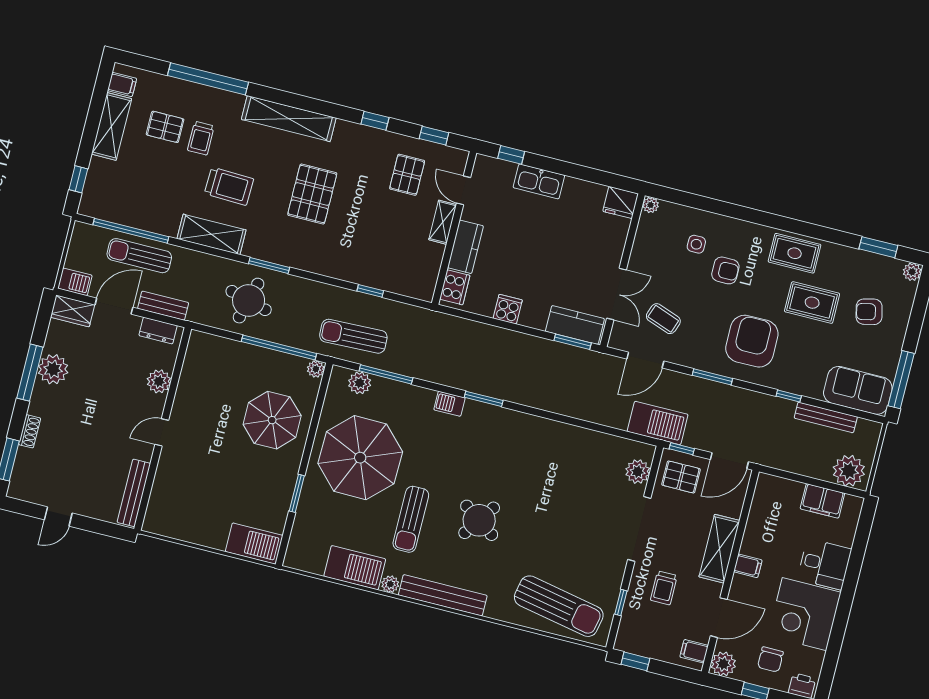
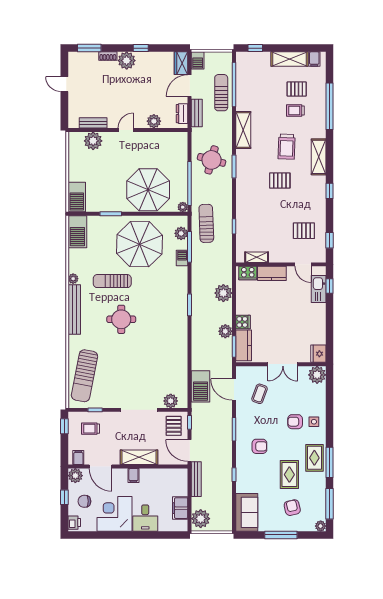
shelving: (289, 119) -> (319, 157), width x0.68
window: (375, 121) -> (329, 191), moved
pallet: (165, 127) -> (297, 89), turned 90
kitchen sink: (539, 181) -> (319, 289), moved
trolley: (229, 186) -> (287, 147), moved
door: (464, 190) -> (303, 264), swing flipped
pallet: (312, 194) -> (280, 181), width x0.67, depth x0.71
plant: (651, 205) -> (317, 375), width x1.88, depth x1.88
shelving: (443, 222) -> (257, 257), moved
window: (809, 230) -> (329, 462), added
side table: (696, 244) -> (314, 422), moved
window: (878, 247) -> (329, 504), width x1.44
armchair: (725, 270) -> (295, 422), turned 90
double door: (617, 294) -> (283, 364), moved
door: (114, 306) -> (190, 86), swing flipped
cooker: (508, 309) -> (243, 322), moved
plant: (478, 337) -> (223, 293), added
armchair: (752, 341) -> (259, 446), width x0.53, depth x0.53
plant: (543, 350) -> (225, 331), added
plant: (53, 369) -> (127, 61), moved
window: (30, 373) -> (141, 48), width x0.46
window: (901, 380) -> (281, 535), moved
barbecue: (449, 404) -> (182, 258), moved
bench: (826, 417) -> (196, 479), moved
parasol: (272, 420) -> (148, 190), width x1.36, depth x1.36
barbecue: (658, 423) -> (201, 386), moved
door: (162, 432) -> (126, 130), hinge flipped
plant: (166, 492) -> (93, 141), added
bench: (134, 493) -> (93, 123), width x0.73
round table: (479, 520) -> (121, 319), turned -35
barbecue: (355, 568) -> (77, 232), moved
trolley: (664, 588) -> (91, 429), moved

